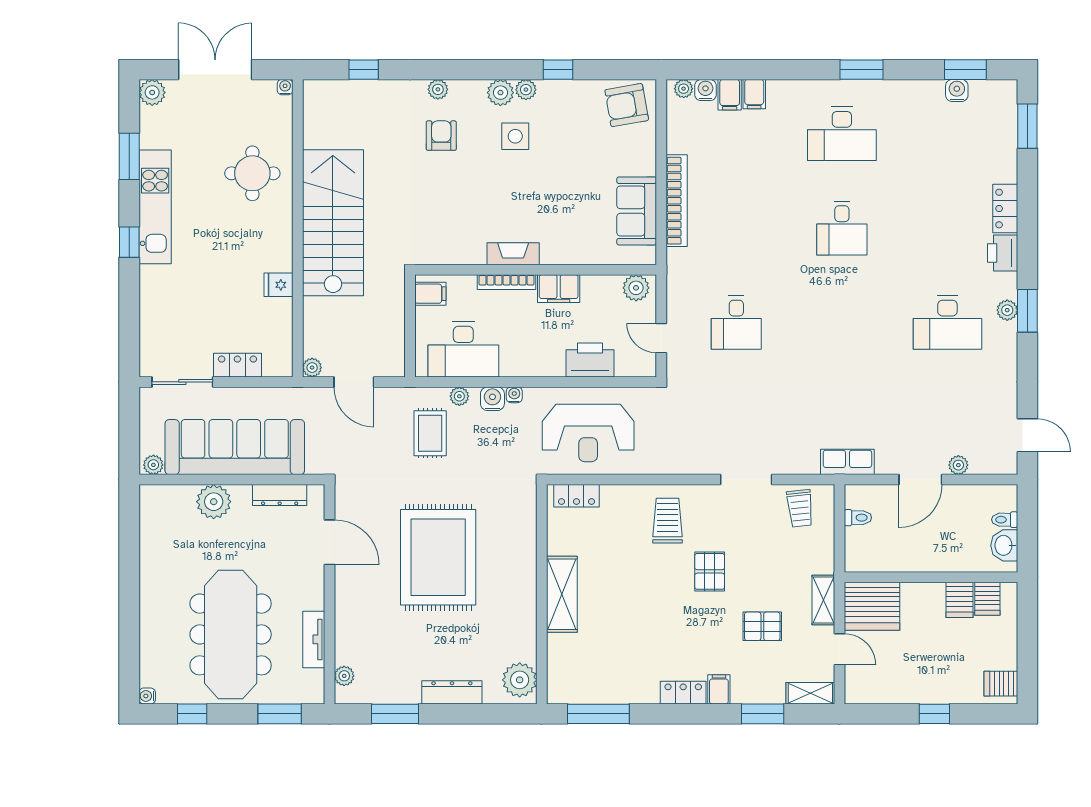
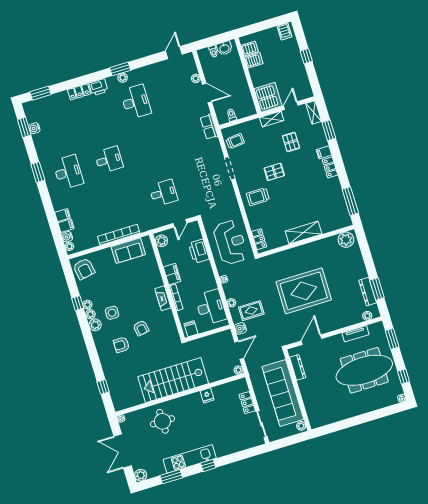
plant: (438, 89) -> (87, 305), moved
armchair: (464, 188) -> (141, 328), added
water cooler: (492, 399) -> (240, 328), moved
plant: (214, 502) -> (309, 395), removed
dresser: (452, 692) -> (368, 292), moved

